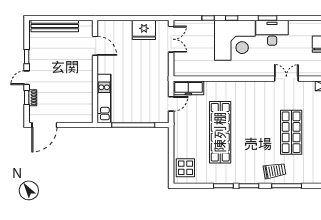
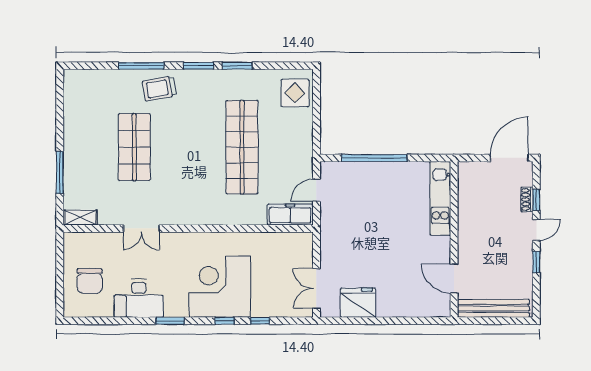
desk: (272, 33) -> (139, 298), moved
door: (95, 46) -> (454, 279), moved
wall: (95, 72) -> (454, 239), moved
kitchen unit: (104, 98) -> (440, 198), moved

